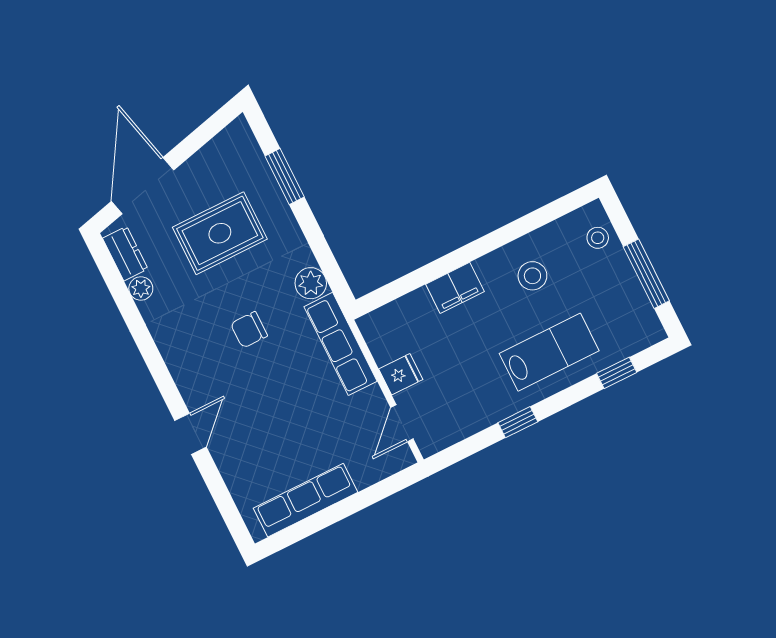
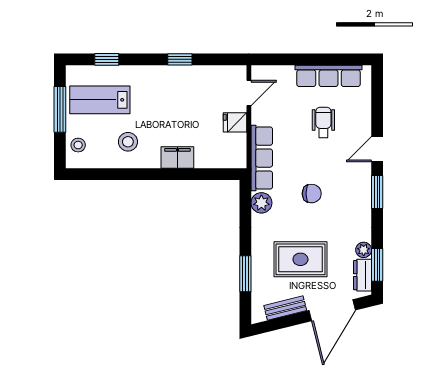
bench: (208, 157) -> (285, 308), added
window: (112, 277) -> (377, 265), added
lab bench: (549, 352) -> (100, 100), moved
window: (162, 376) -> (377, 192), added
wheelchair: (281, 434) -> (323, 122), added

